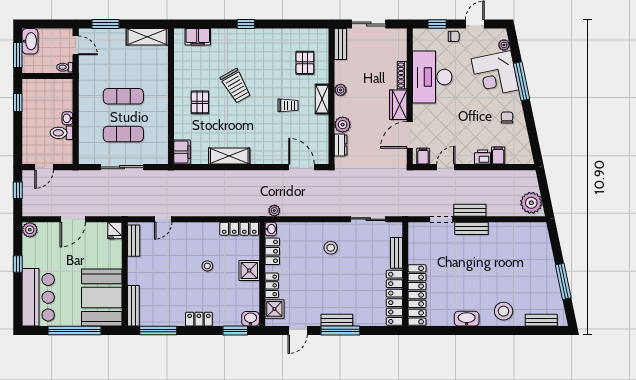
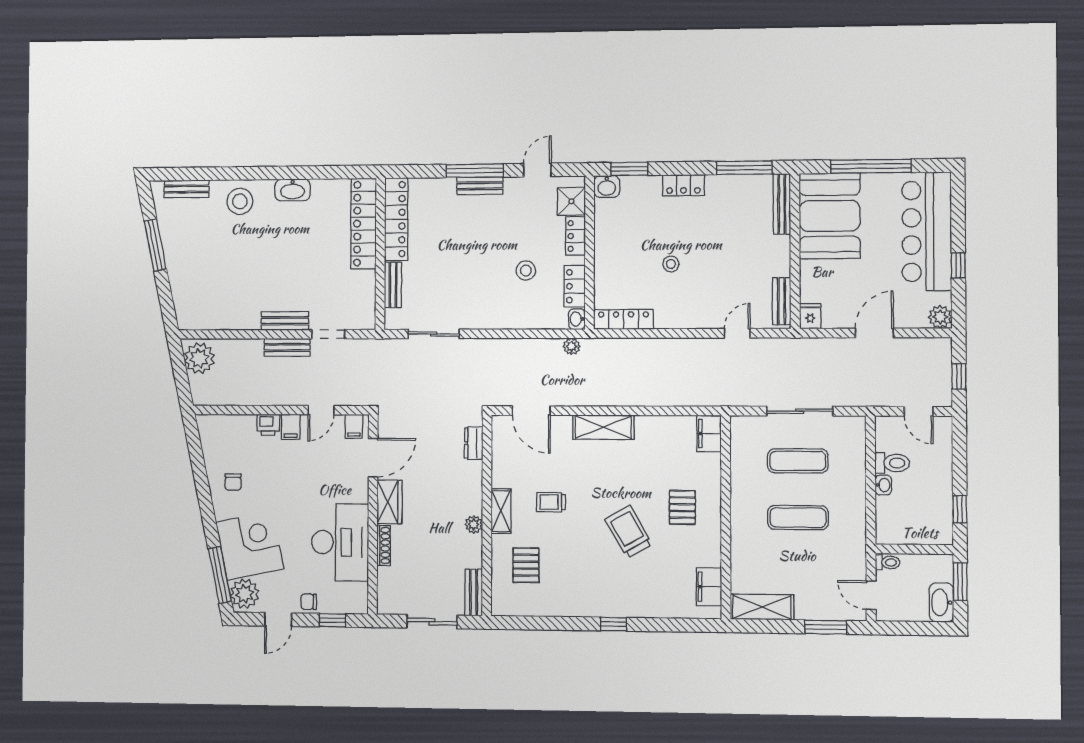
filing cabinet: (198, 37) -> (709, 587), moved, turned -90
plant: (504, 45) -> (245, 594), width x1.88, depth x1.88
window: (522, 81) -> (220, 575), moved
plant: (343, 125) -> (471, 473), removed
shelving: (229, 156) -> (603, 427), moved
filing cabinet: (498, 156) -> (291, 427), moved
door: (44, 167) -> (919, 411), swing flipped
stool: (331, 248) -> (526, 271), moved
shower: (249, 271) -> (609, 258), removed
bar counter: (38, 297) -> (927, 231), width x1.36

